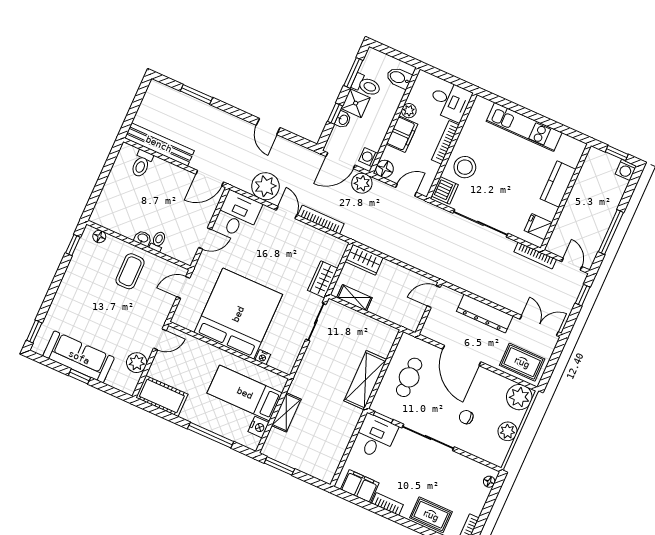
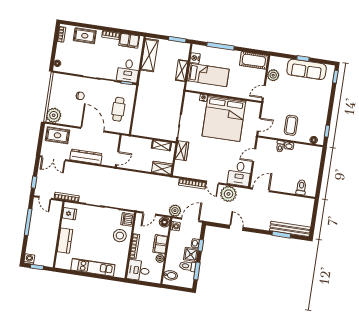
bench: (159, 144) -> (290, 229), moved
shelving: (365, 380) -> (149, 55), moved
plant: (508, 431) -> (55, 94), removed

